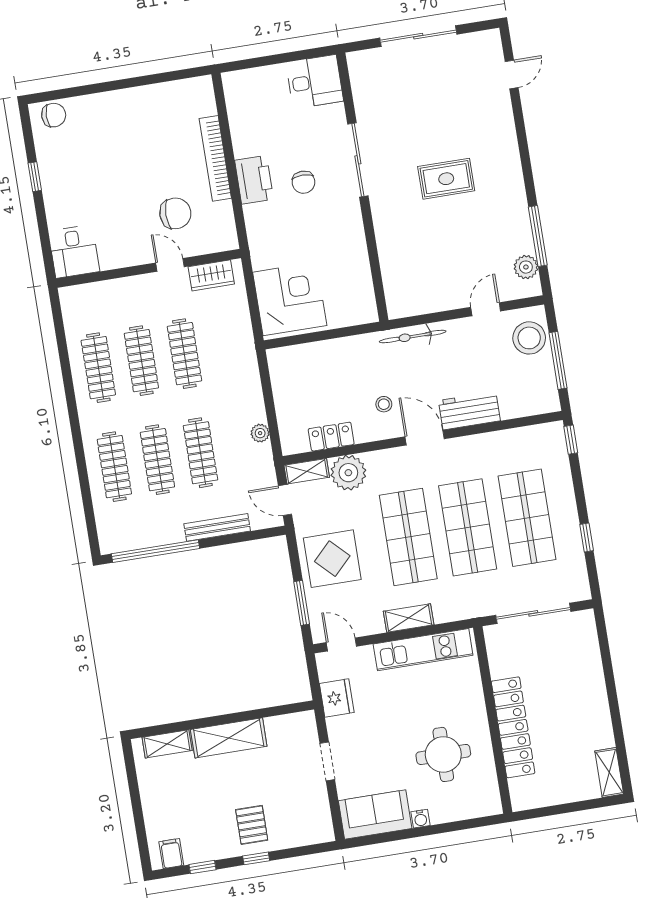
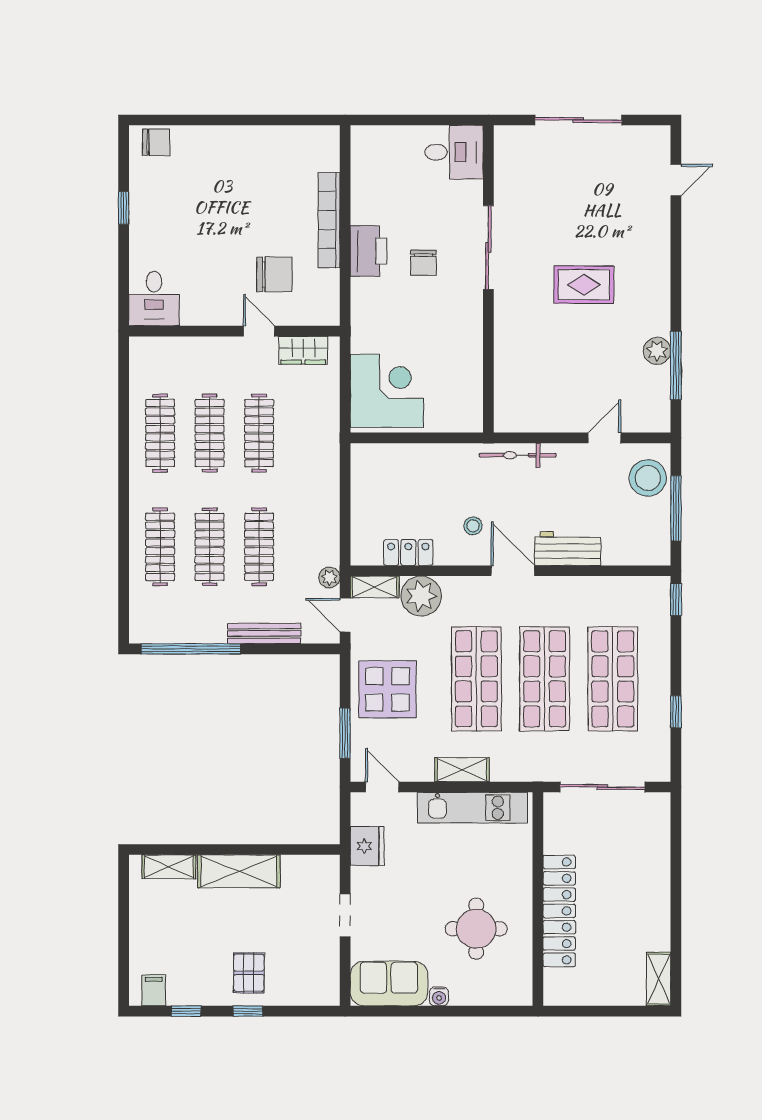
plant: (526, 267) -> (657, 351), moved
plant: (260, 433) -> (329, 578), moved

